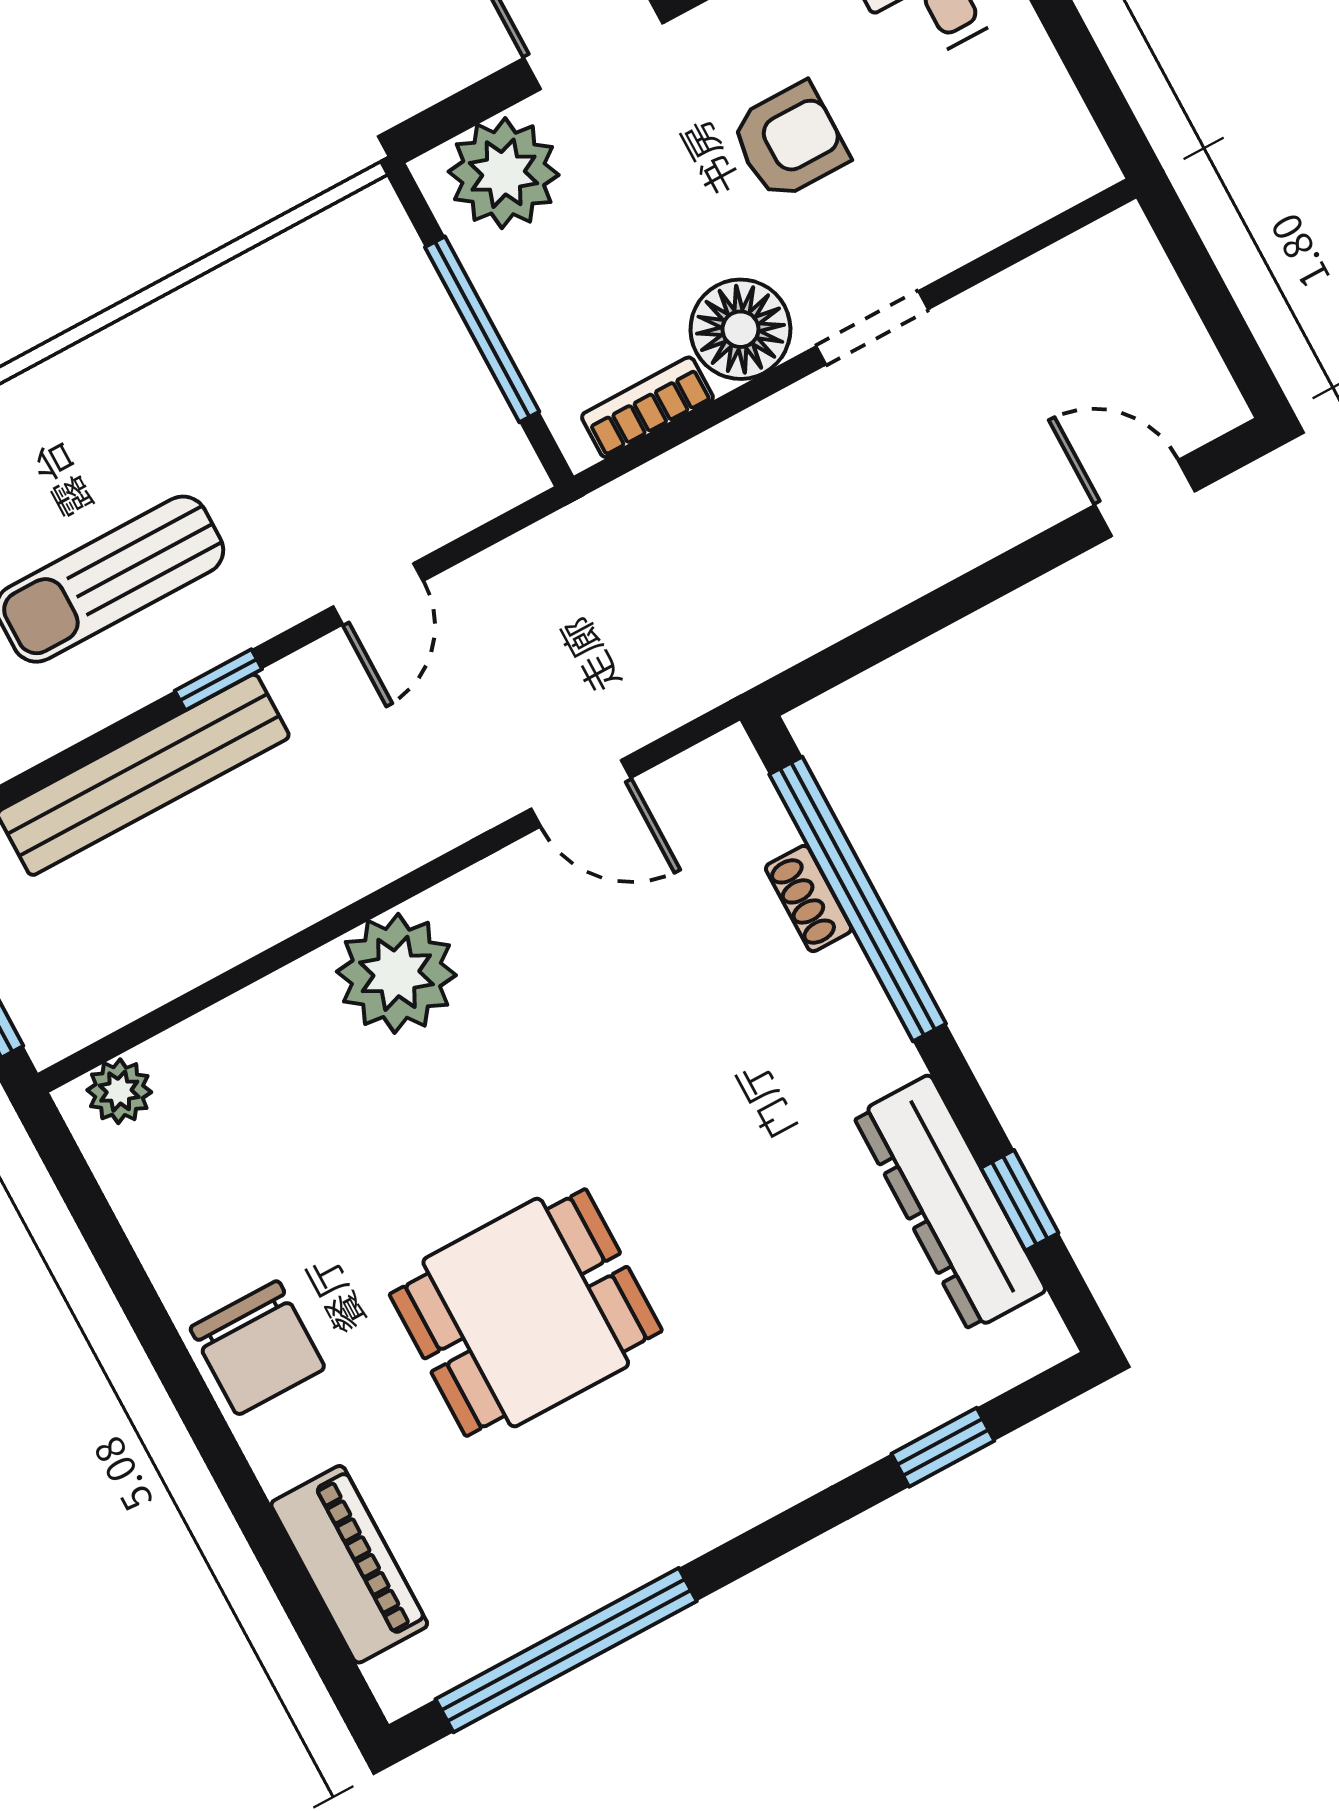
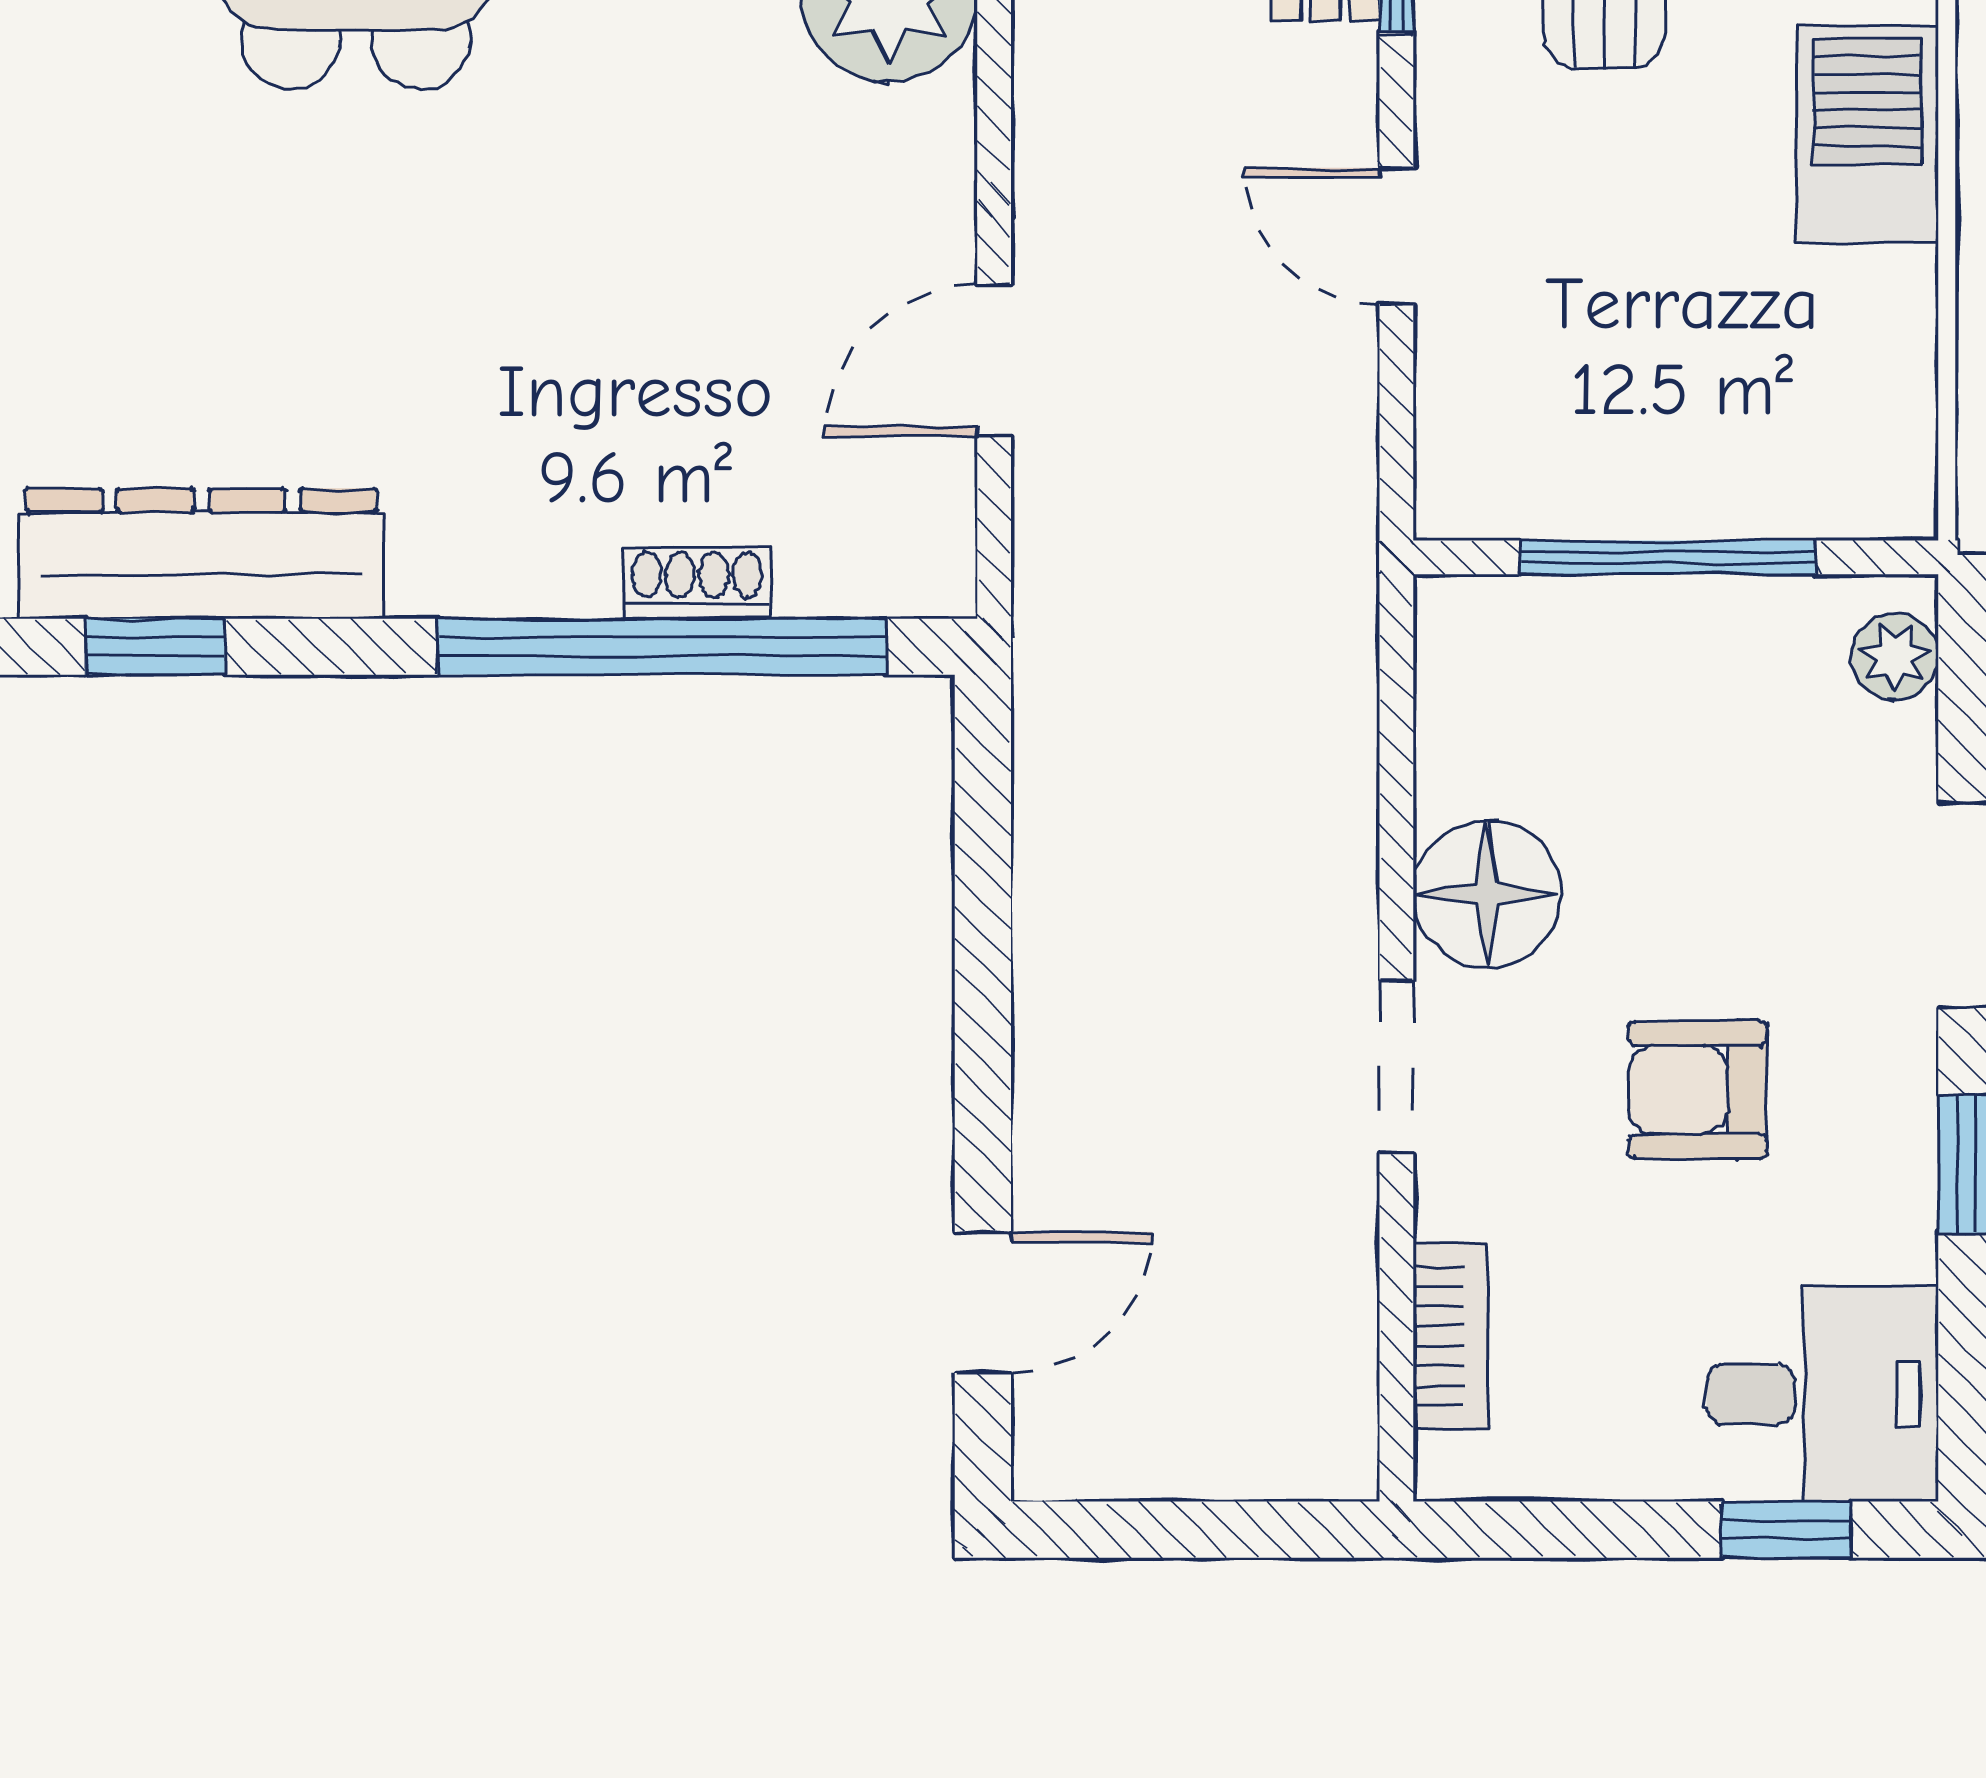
armchair: (789, 141) -> (1698, 1090), turned 90
plant: (504, 173) -> (1895, 657), width x0.53, depth x0.53
barbecue: (167, 346) -> (1867, 134), added
bookcase: (647, 407) -> (1450, 1336), moved

